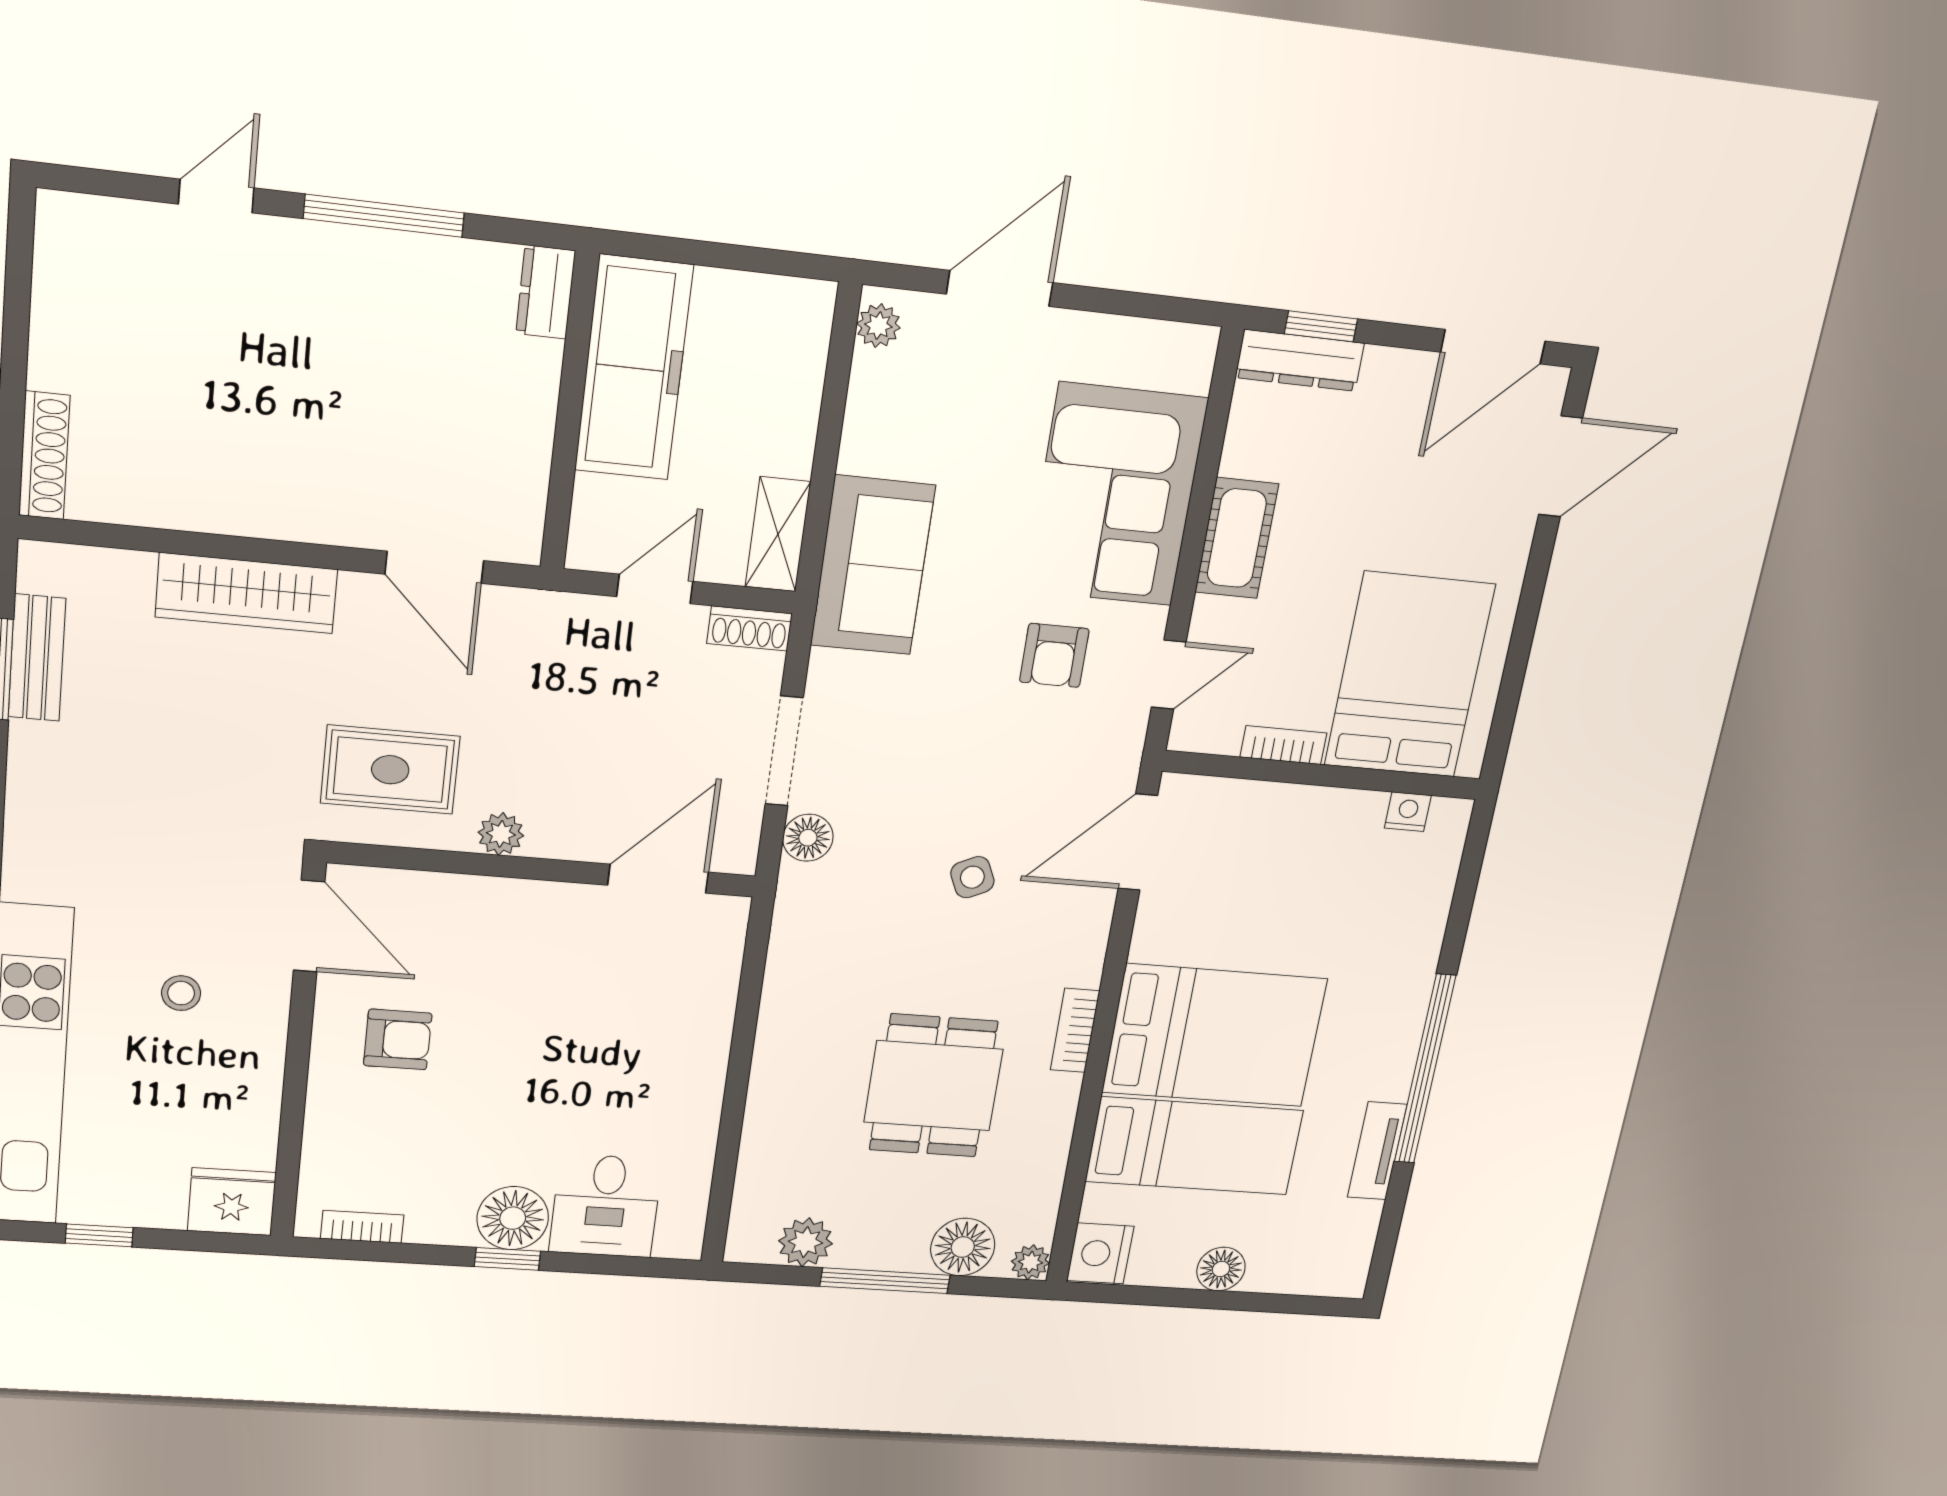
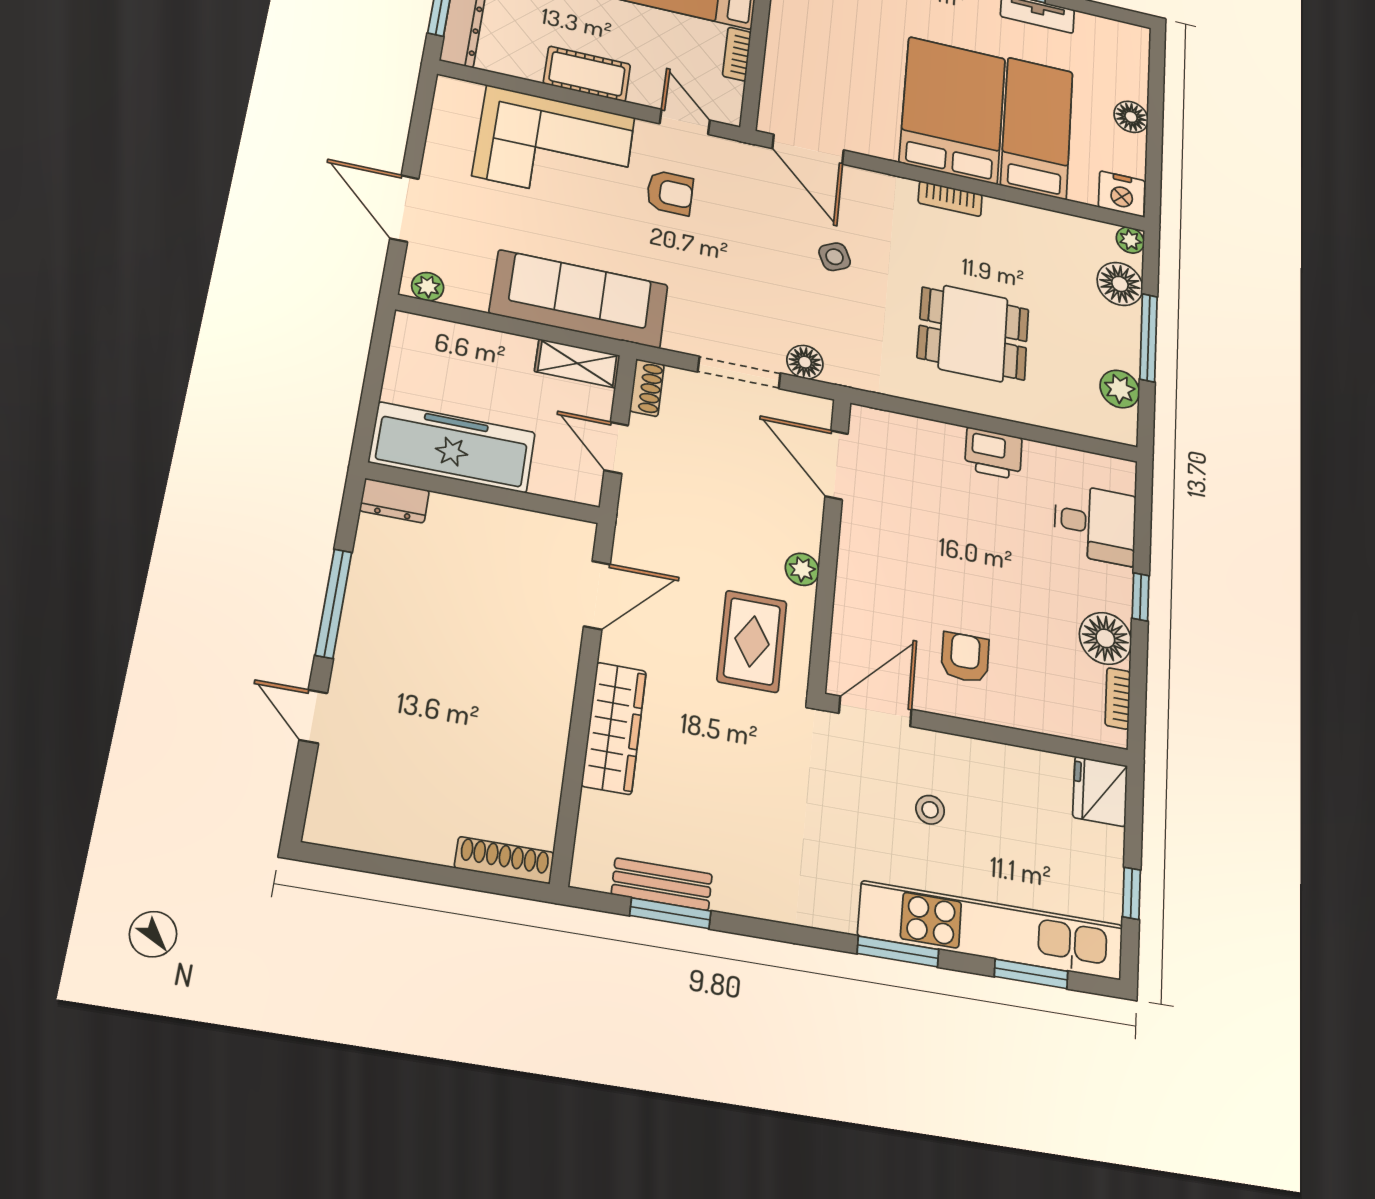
sofa: (873, 566) -> (579, 299), width x1.36
printer: (695, 1080) -> (993, 453), added
dining table: (933, 1086) -> (973, 333), moved
floor lamp: (513, 1218) -> (1105, 638), moved

